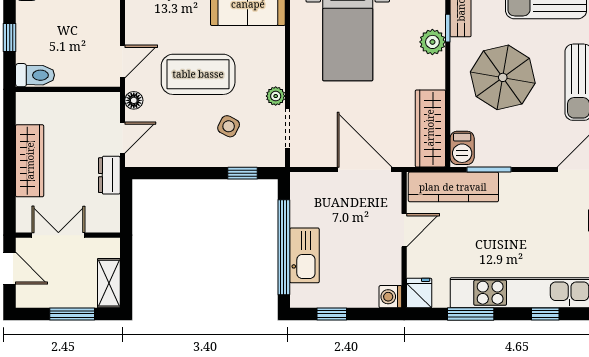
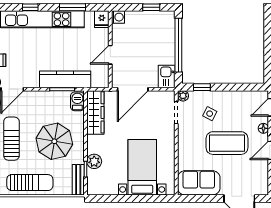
plant: (276, 96) -> (183, 96), moved
door: (364, 170) -> (133, 89), hinge flipped
kitchen counter: (453, 187) -> (65, 79), moved
kitchen sink: (305, 255) -> (167, 76), moved, width x0.73

